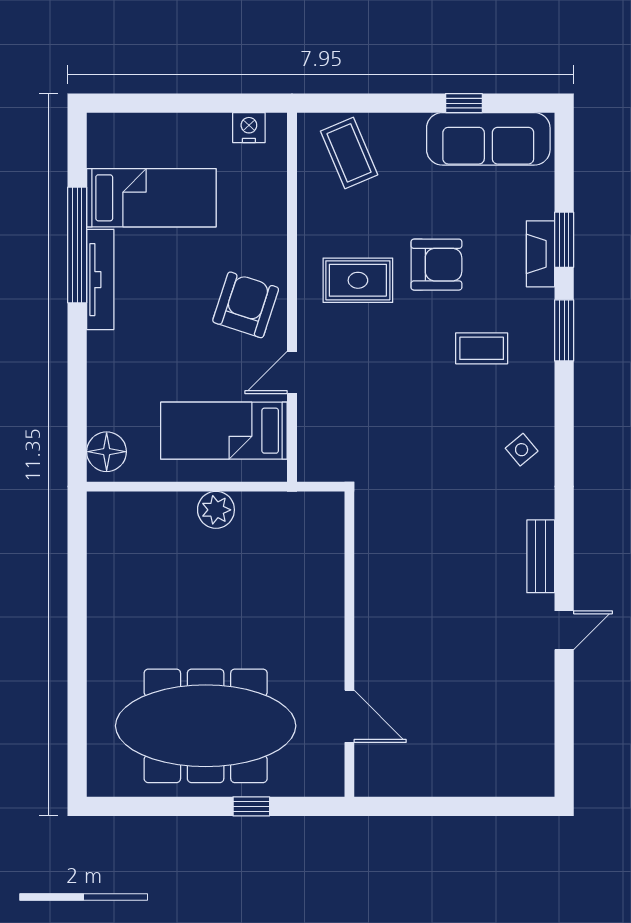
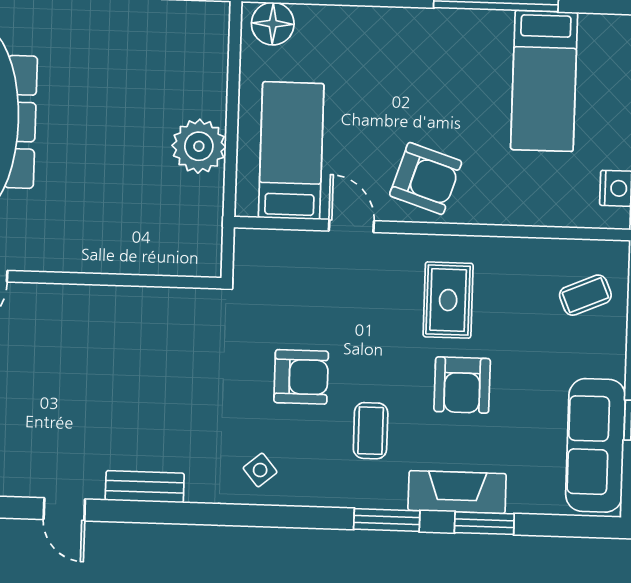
coffee table: (349, 153) -> (585, 295), width x0.73, depth x0.77
fireplace: (540, 254) -> (457, 492), width x1.37, depth x1.32
tv unit: (100, 280) -> (458, 23), removed
armchair: (434, 414) -> (301, 377), added
plant: (216, 510) -> (199, 146), width x1.36, depth x1.36

